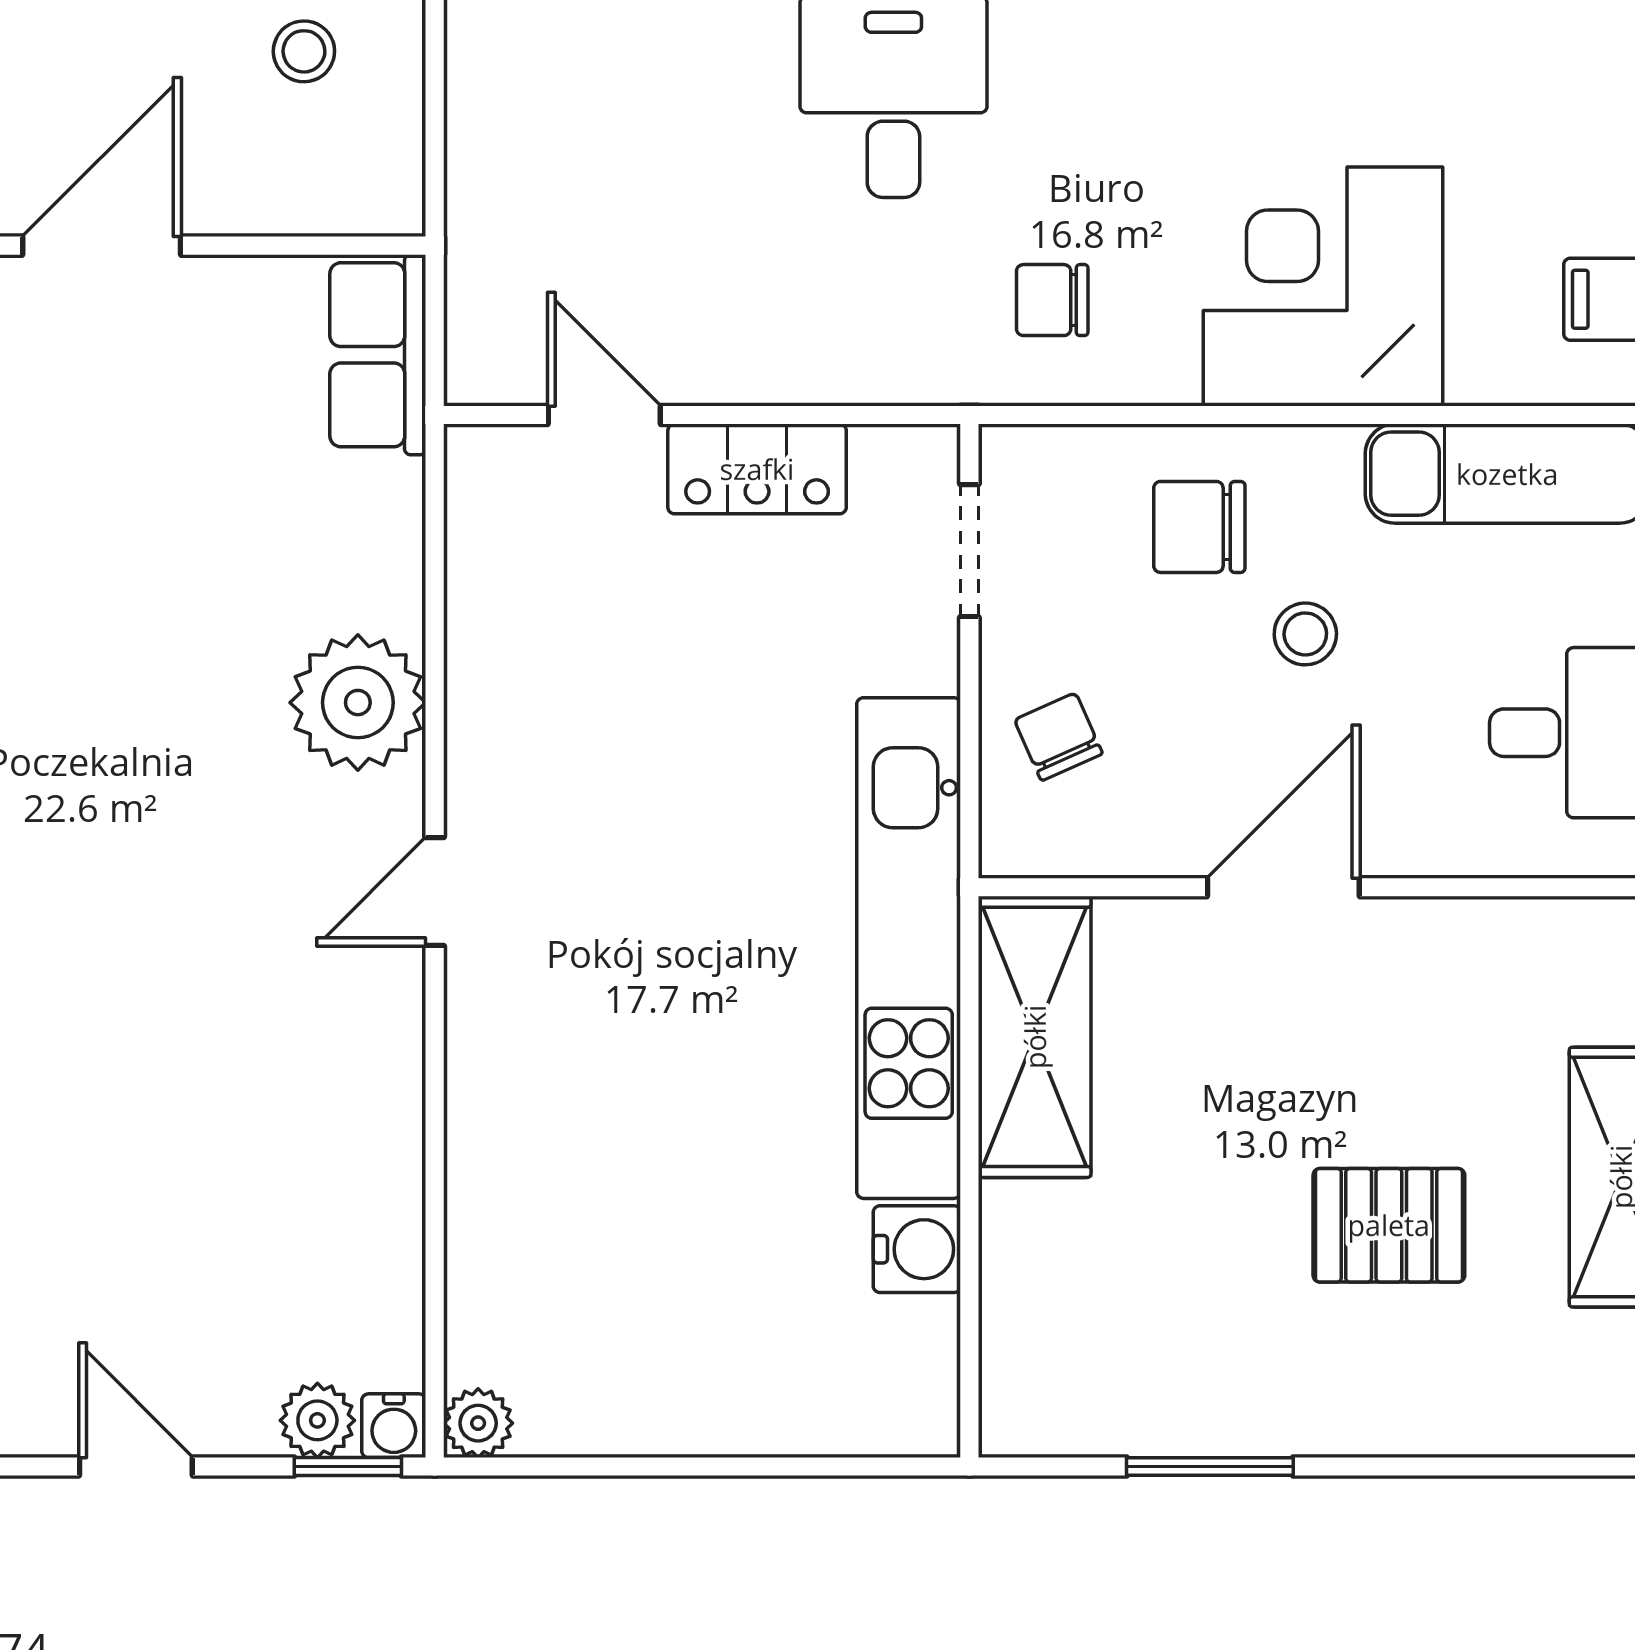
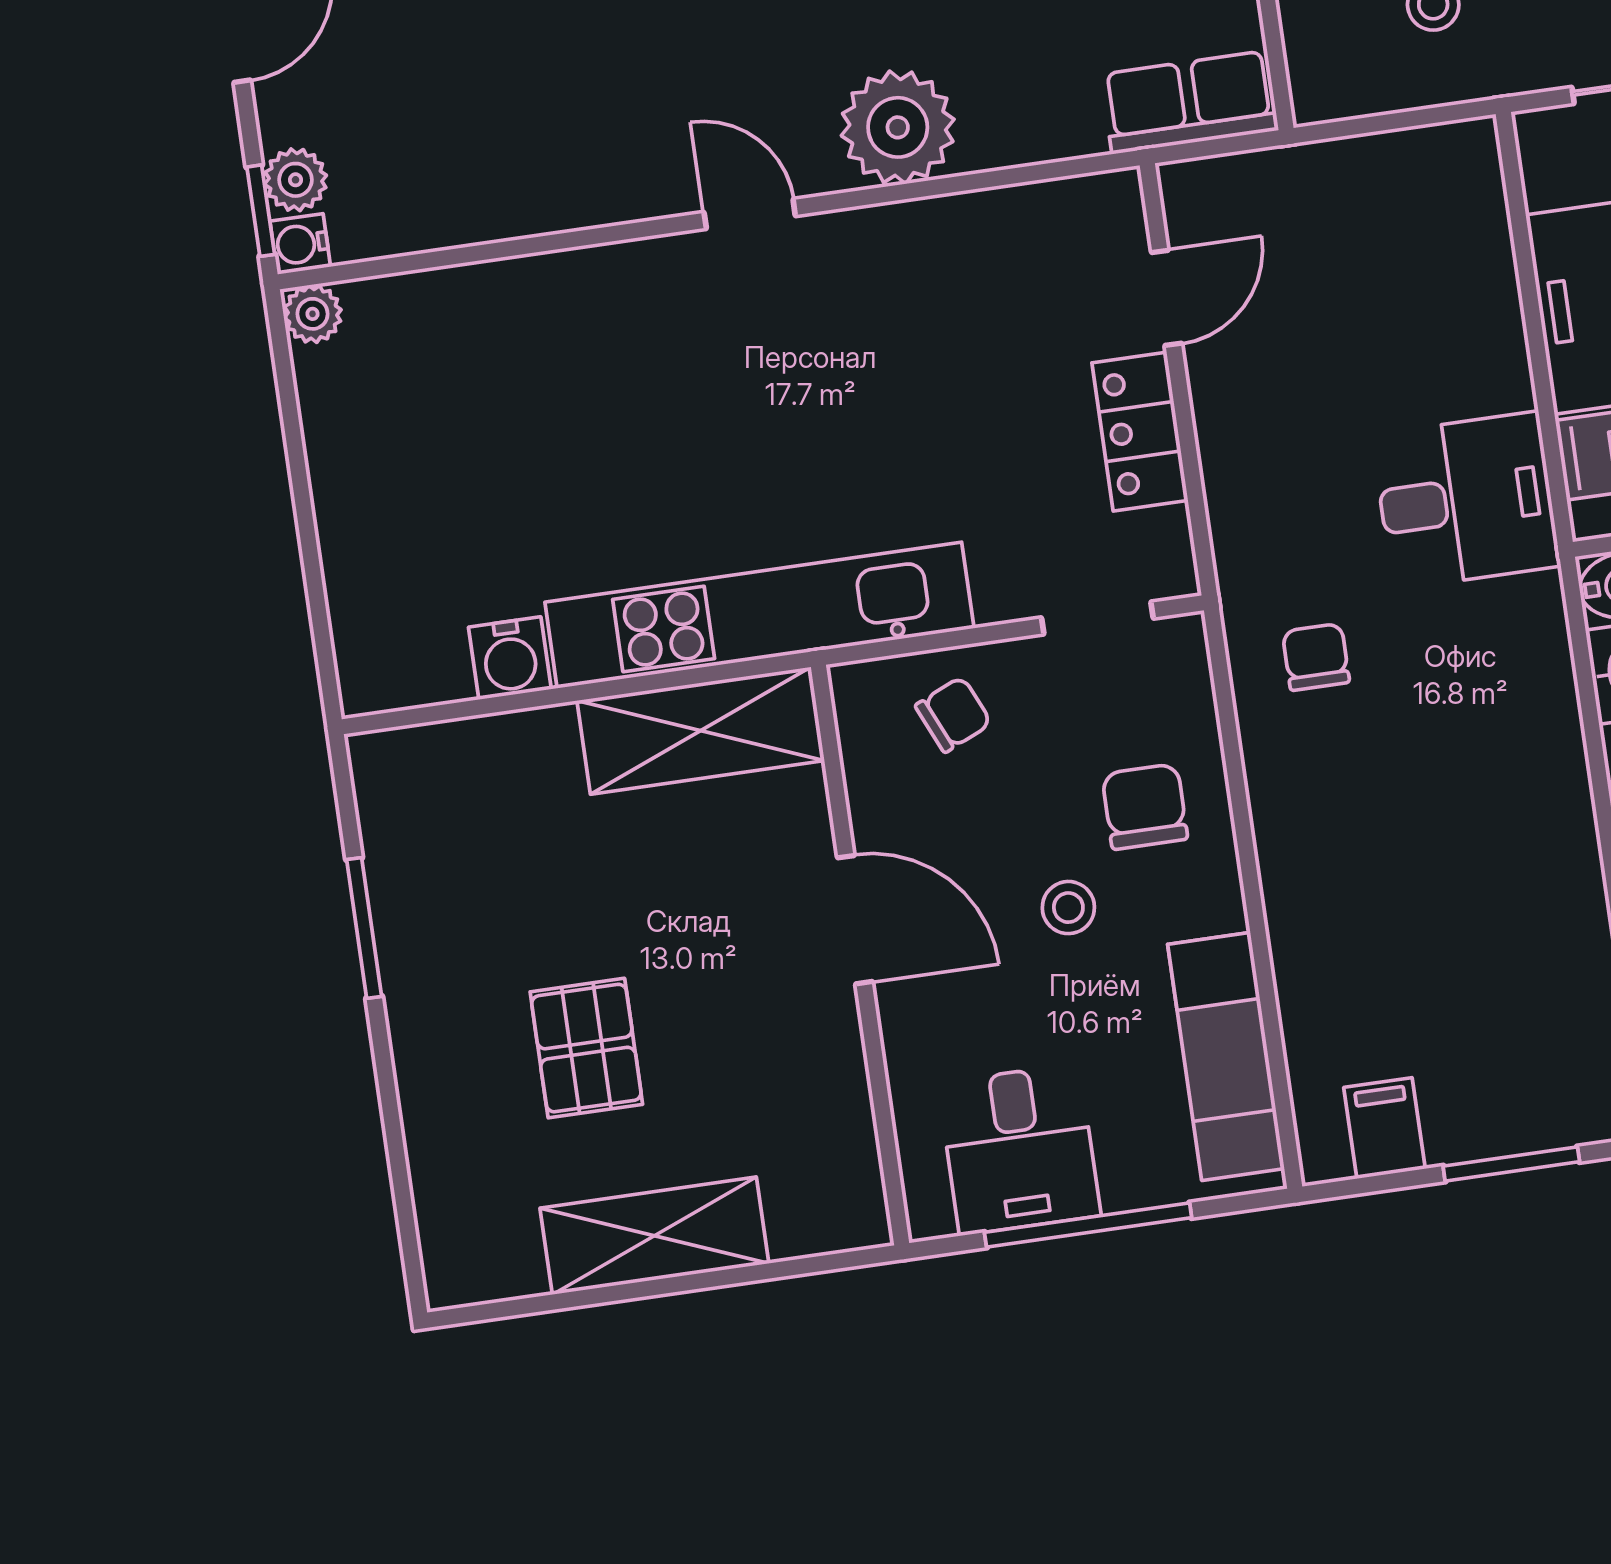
corner desk: (1323, 286) -> (1360, 881), removed

